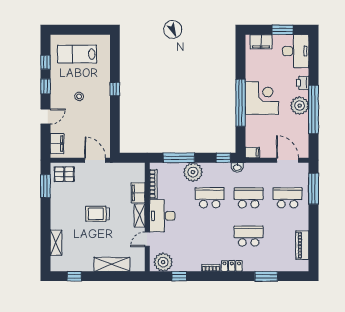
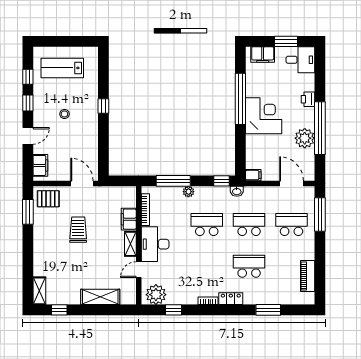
desk: (296, 51) -> (300, 60), width x0.73
window: (241, 103) -> (240, 99), moved
plant: (300, 106) -> (305, 138), moved
plant: (193, 172) -> (188, 192), width x0.53, depth x0.53
trolley: (97, 214) -> (78, 230), moved, turned 90
shelving: (56, 243) -> (39, 291), moved

